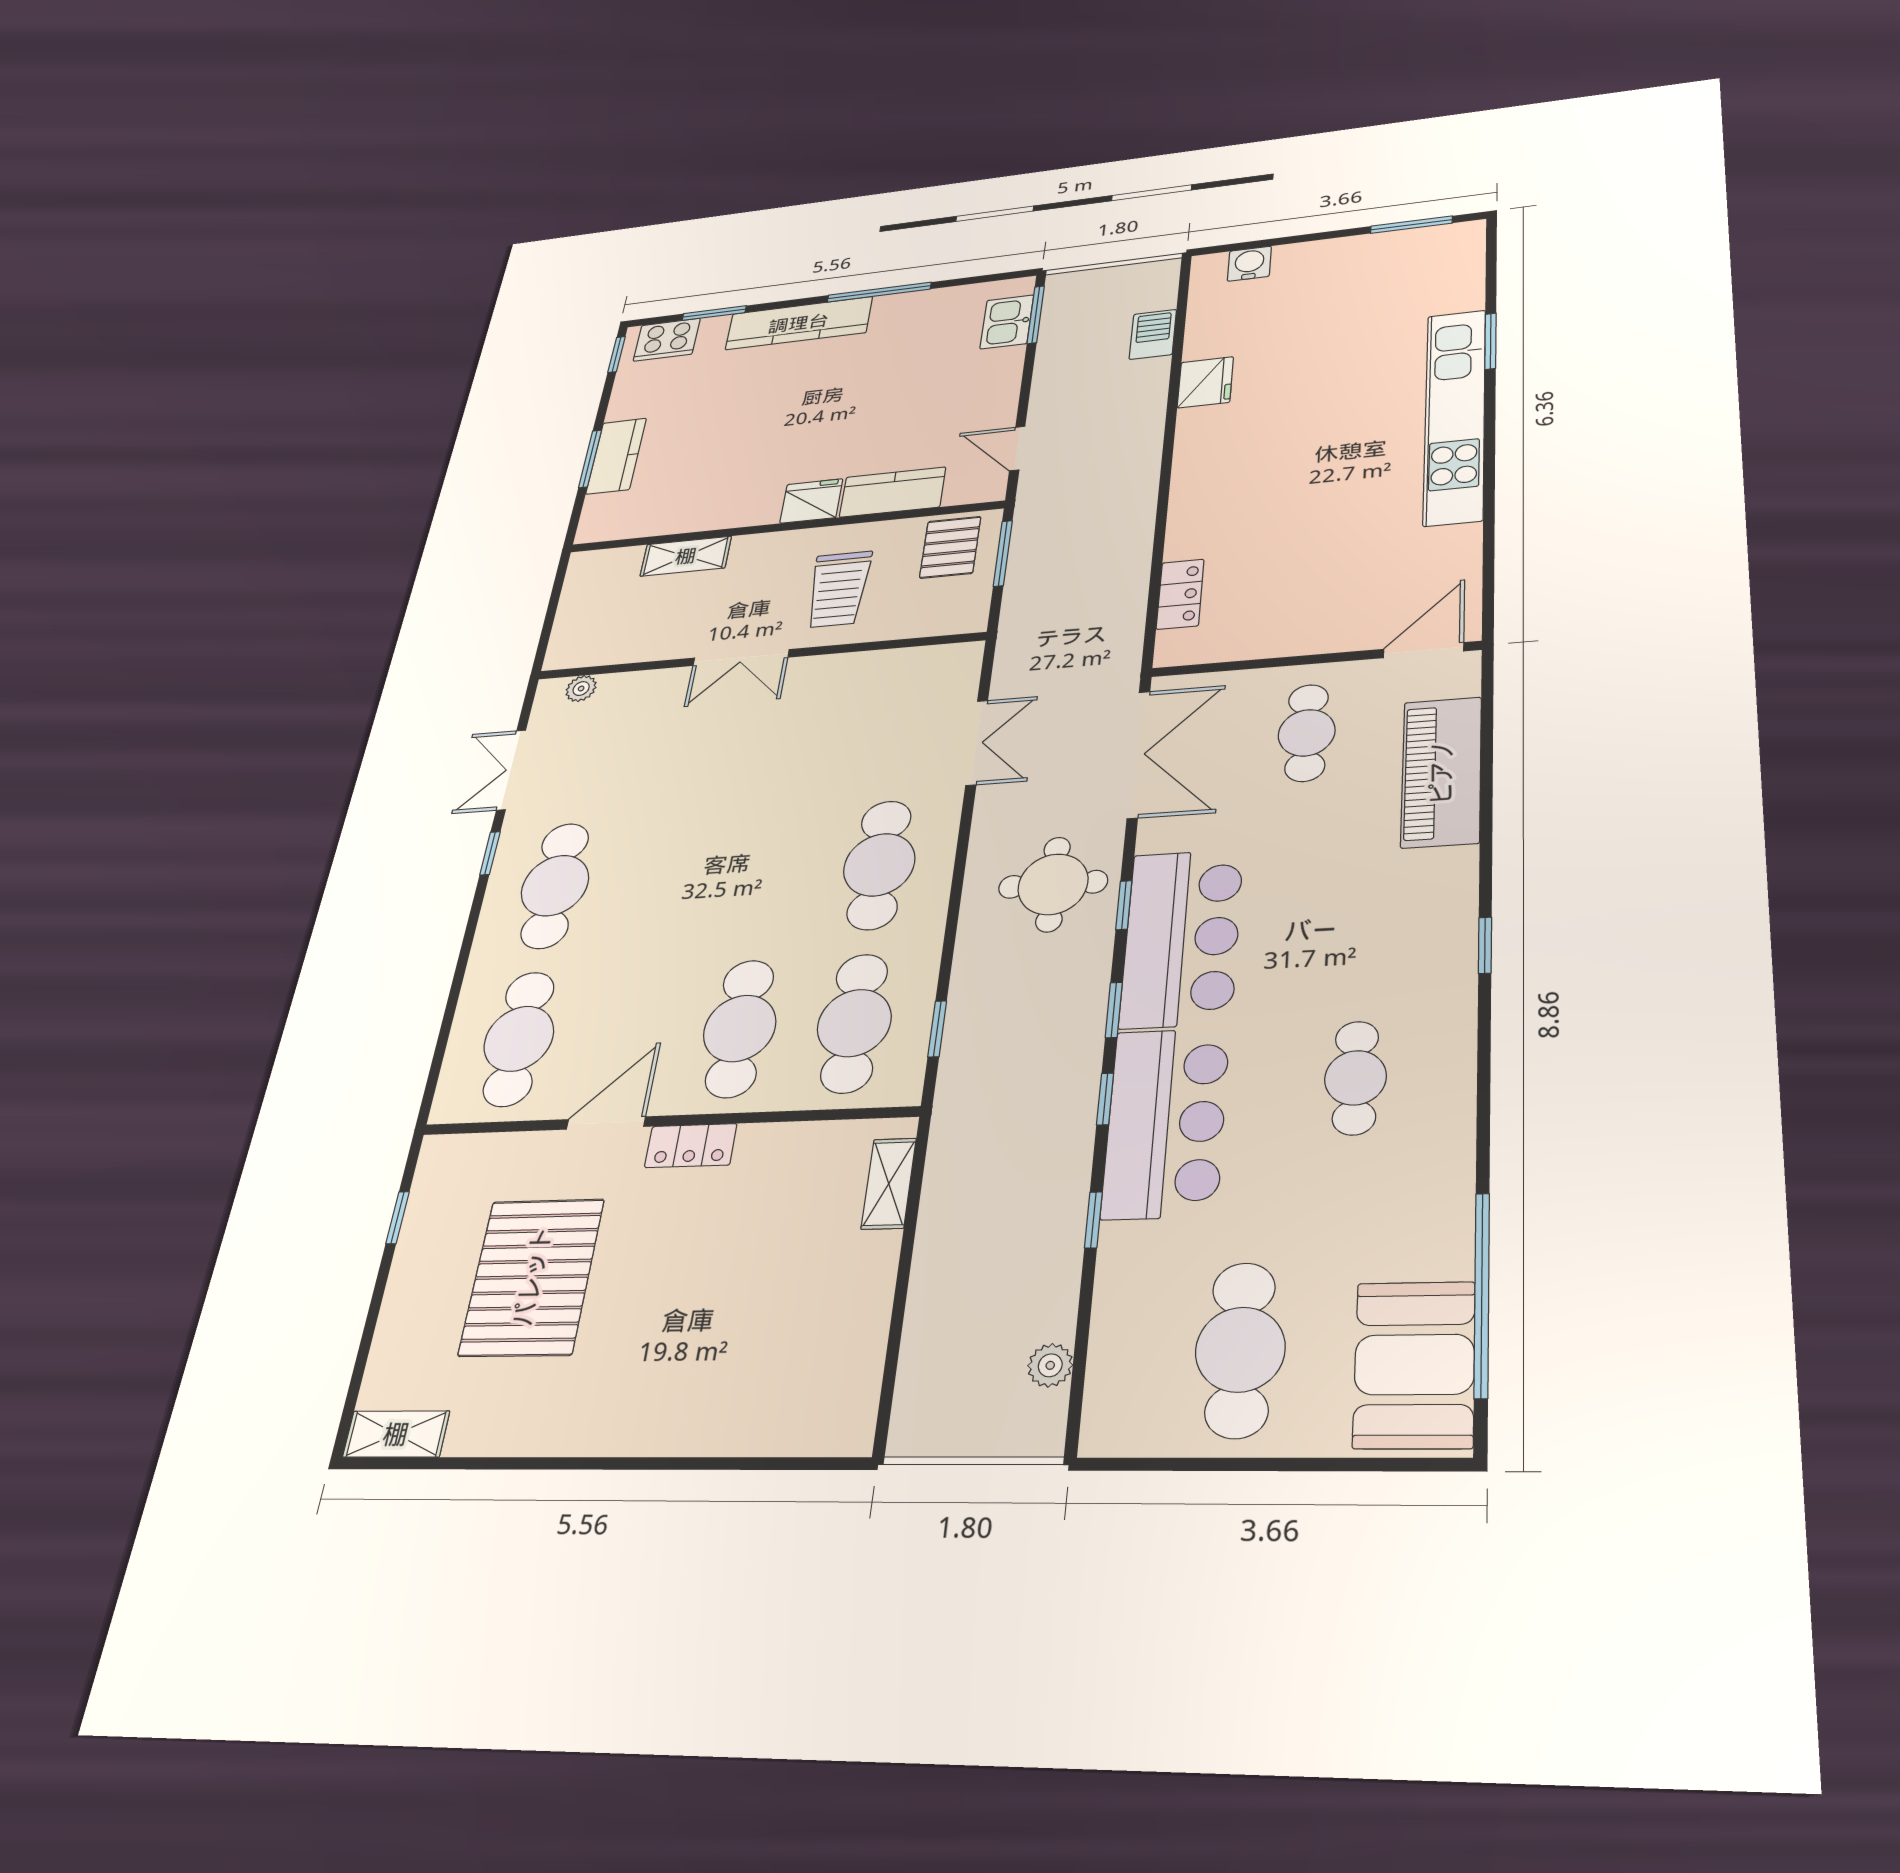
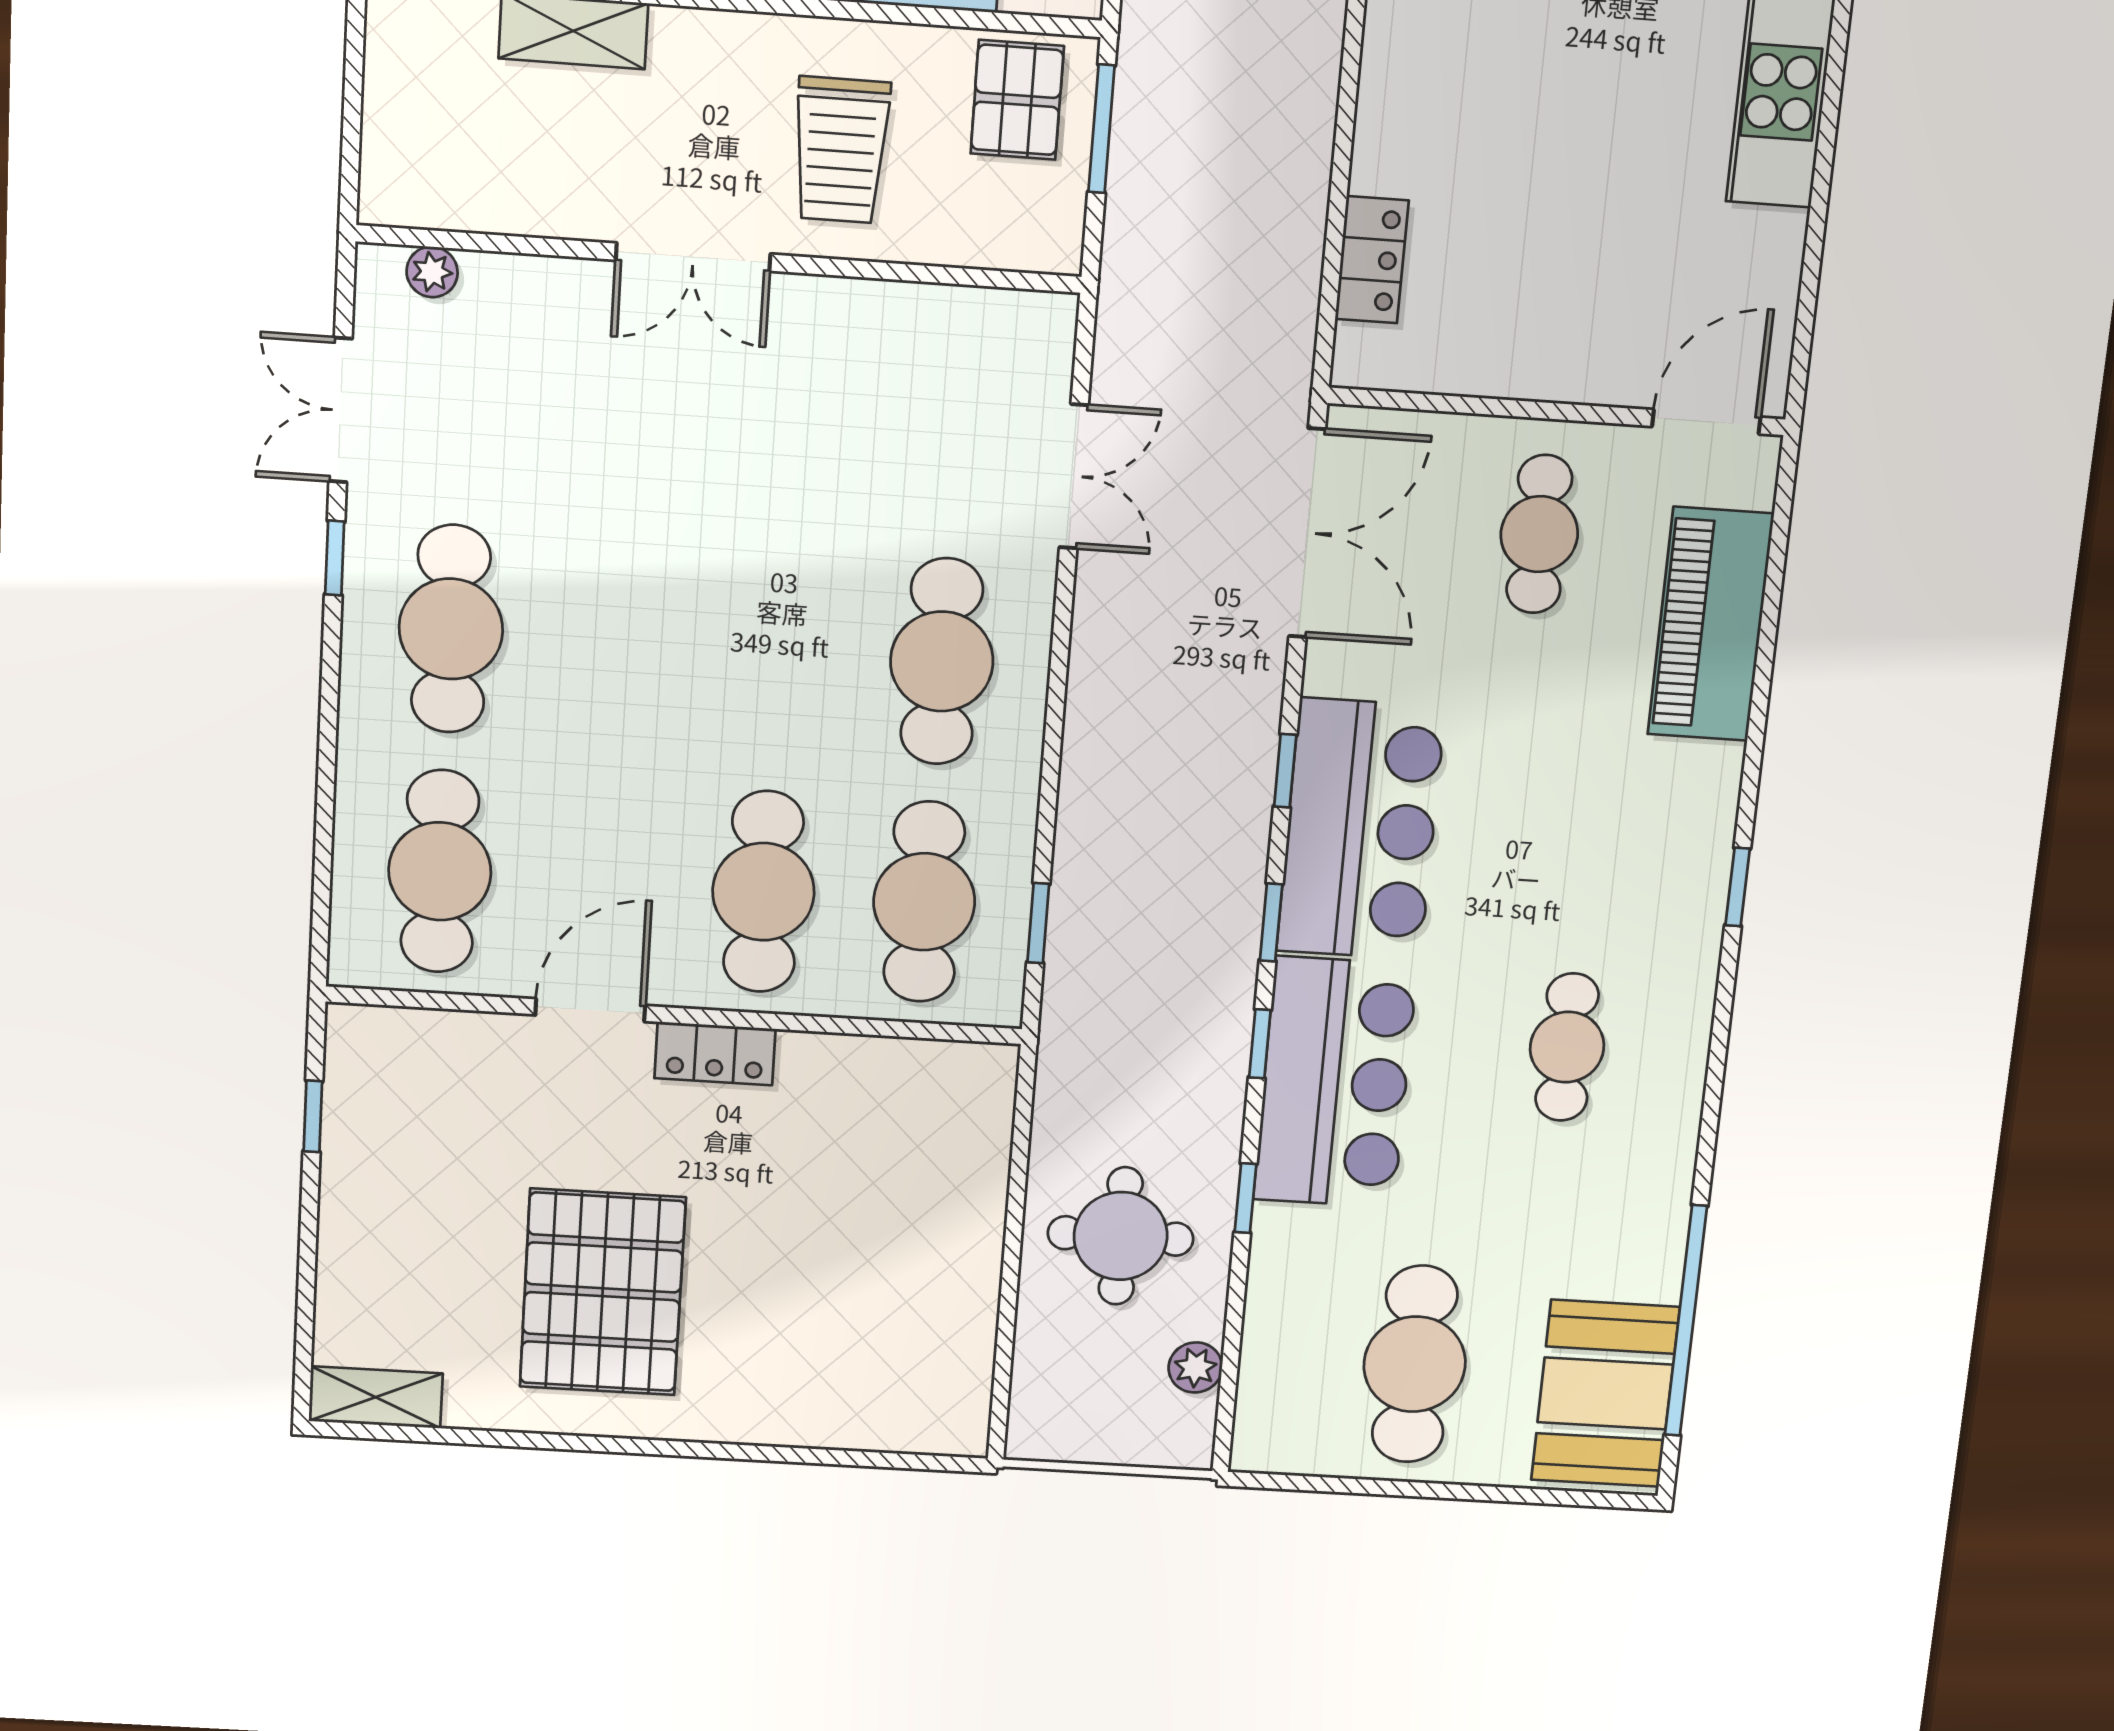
round table: (1053, 884) -> (1121, 1236), moved
shelving: (889, 1184) -> (986, 1129), removed
pallet: (532, 1277) -> (603, 1292), moved

